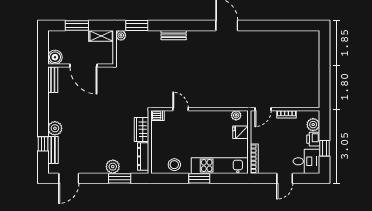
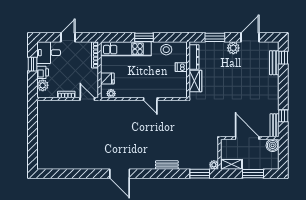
window: (43, 90) -> (283, 116), added
door: (181, 109) -> (150, 99), moved
door: (263, 109) -> (87, 99), hinge flipped
dishwasher: (158, 116) -> (181, 67), moved
plant: (55, 128) -> (273, 82), removed
window: (43, 144) -> (283, 58), moved
plant: (113, 167) -> (233, 48), moved
door: (69, 178) -> (250, 37), moved

